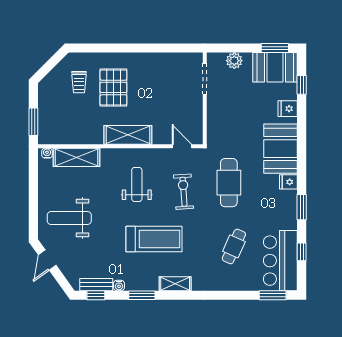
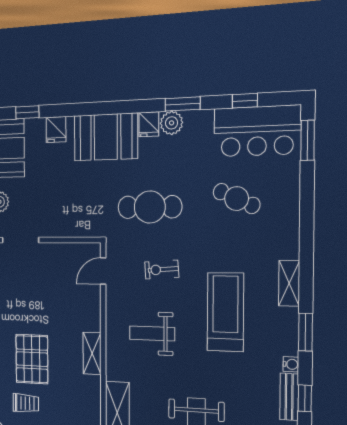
pallet: (113, 87) -> (32, 359), turned 90
shelving: (128, 135) -> (92, 353), width x0.67, depth x0.75
exercise bike: (184, 192) -> (162, 270), width x0.73, depth x0.72
plant: (289, 199) -> (172, 123), added

